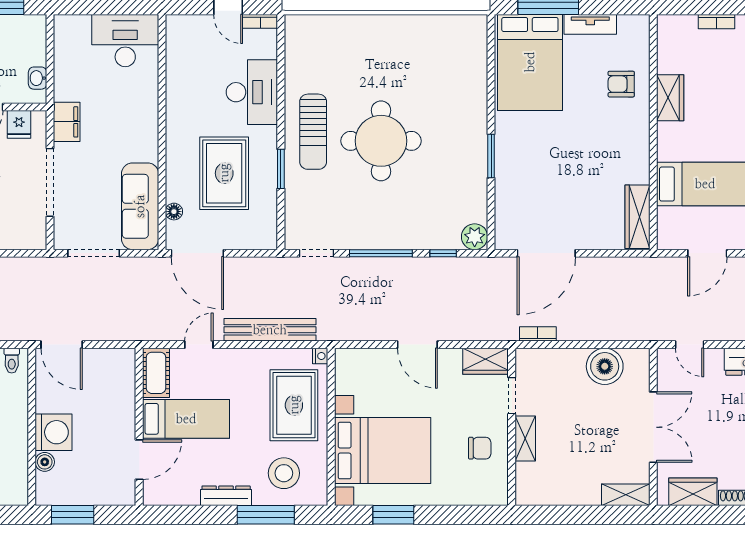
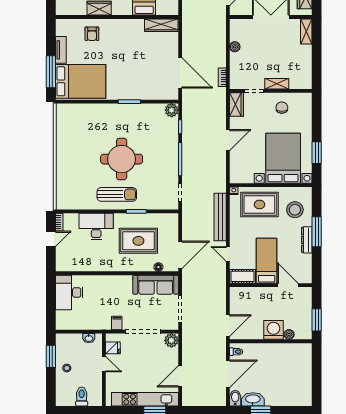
filing cabinet: (67, 122) -> (117, 323), width x0.50
plant: (33, 236) -> (171, 340), added
boiler: (605, 366) -> (235, 47), width x0.54, depth x0.54
window: (266, 515) -> (317, 232), moved

